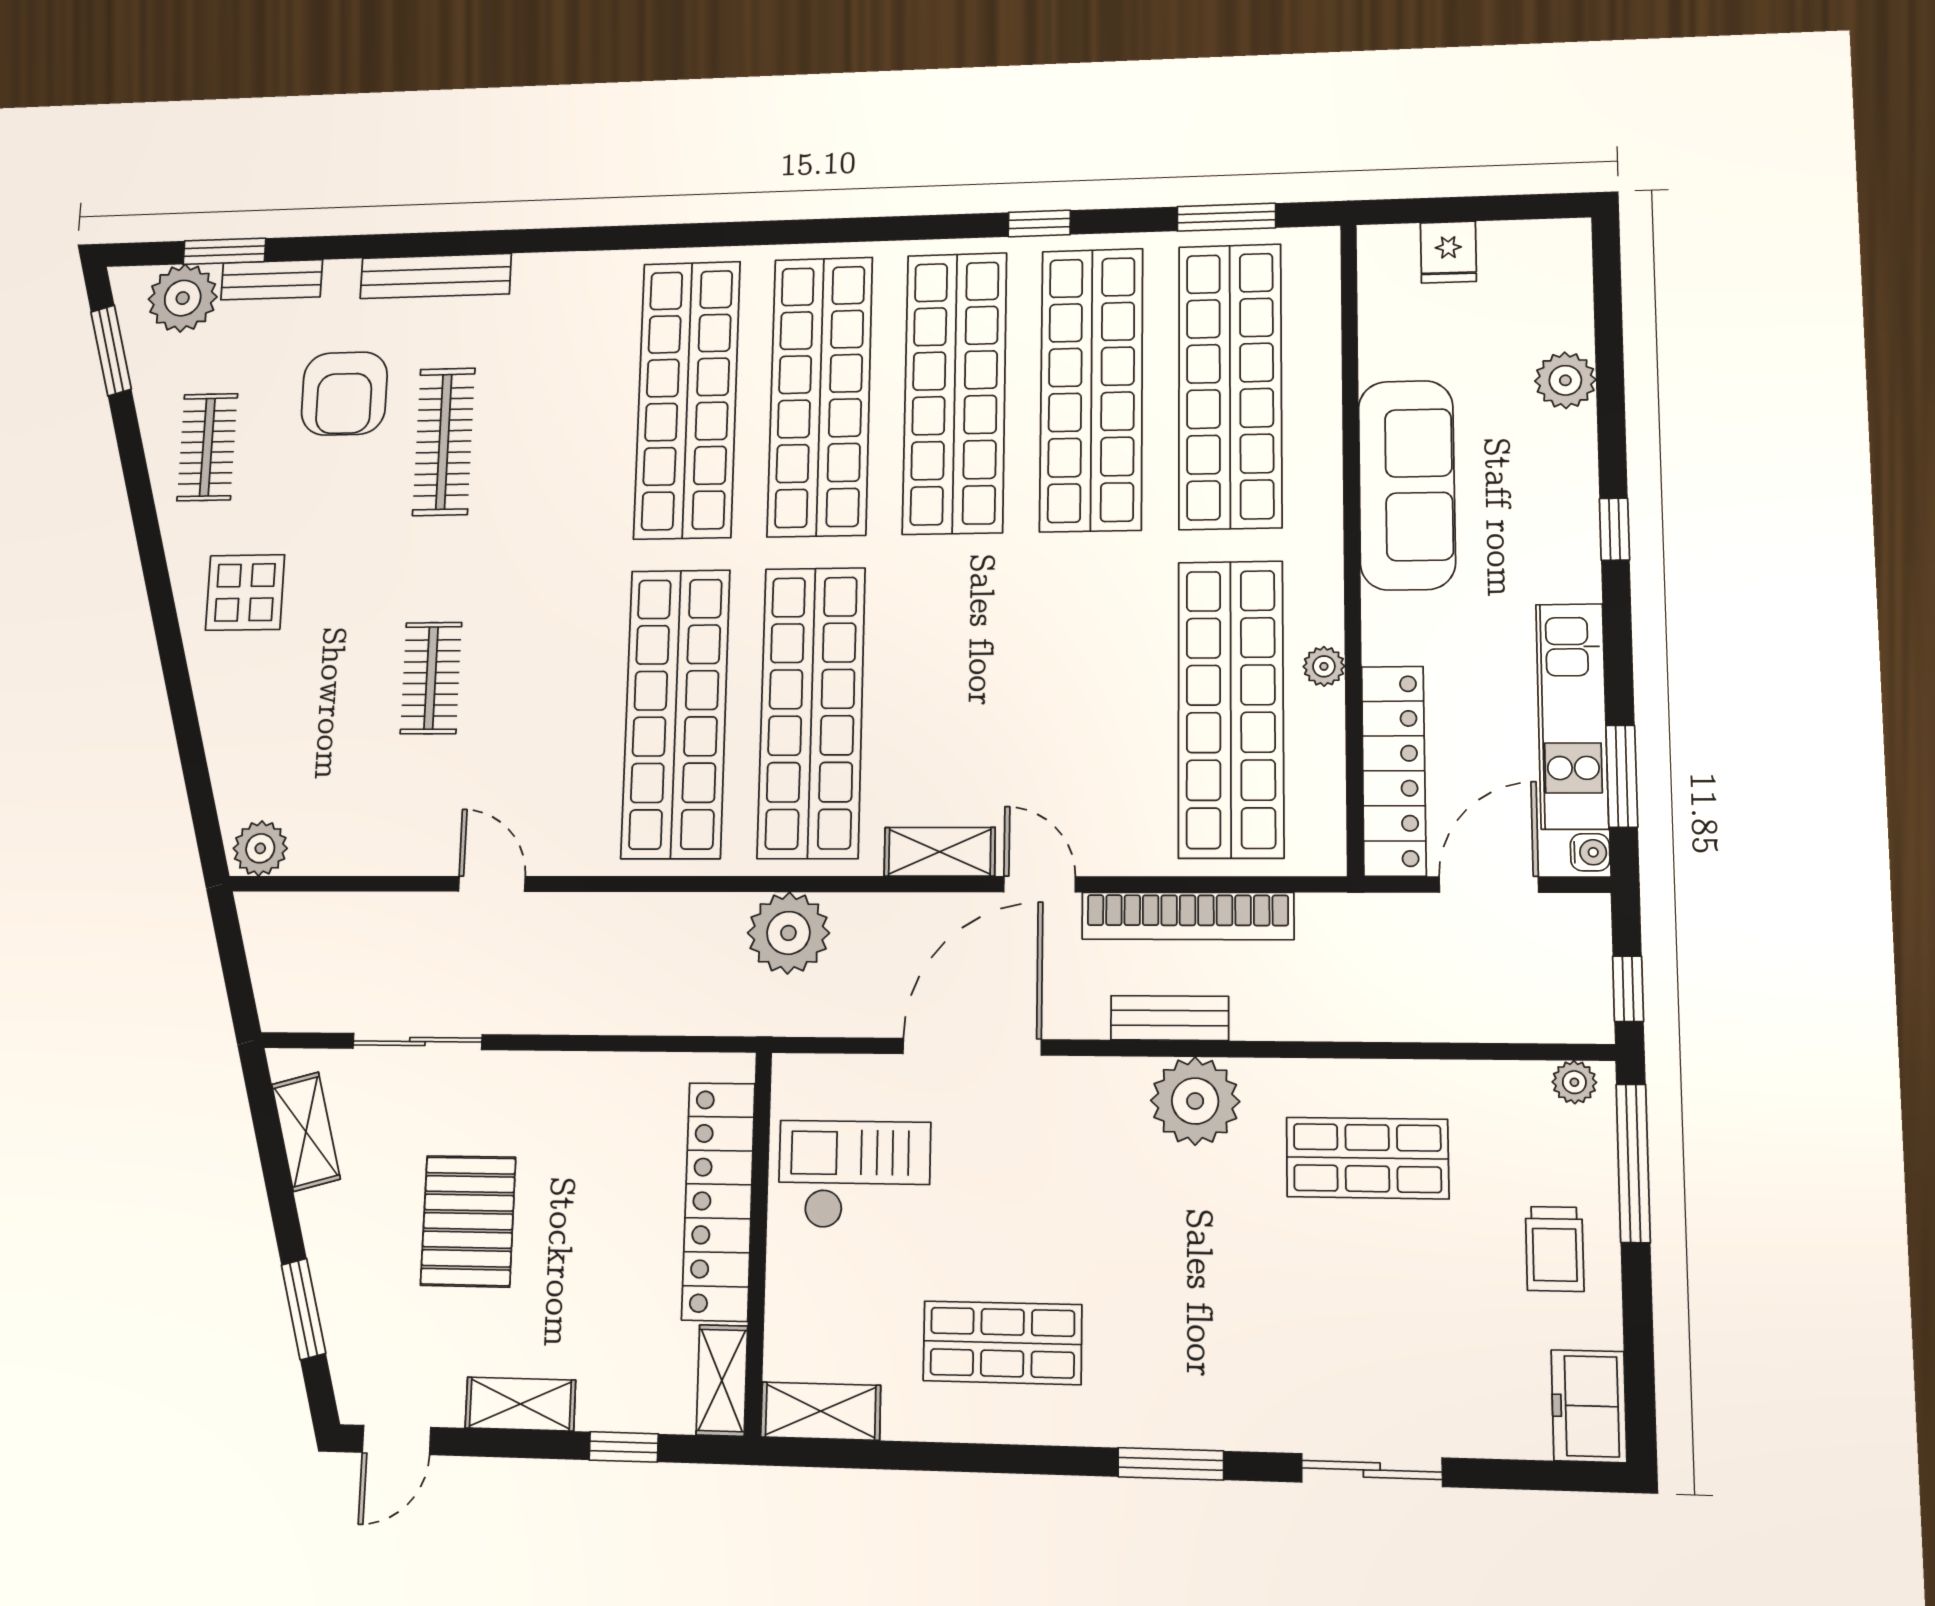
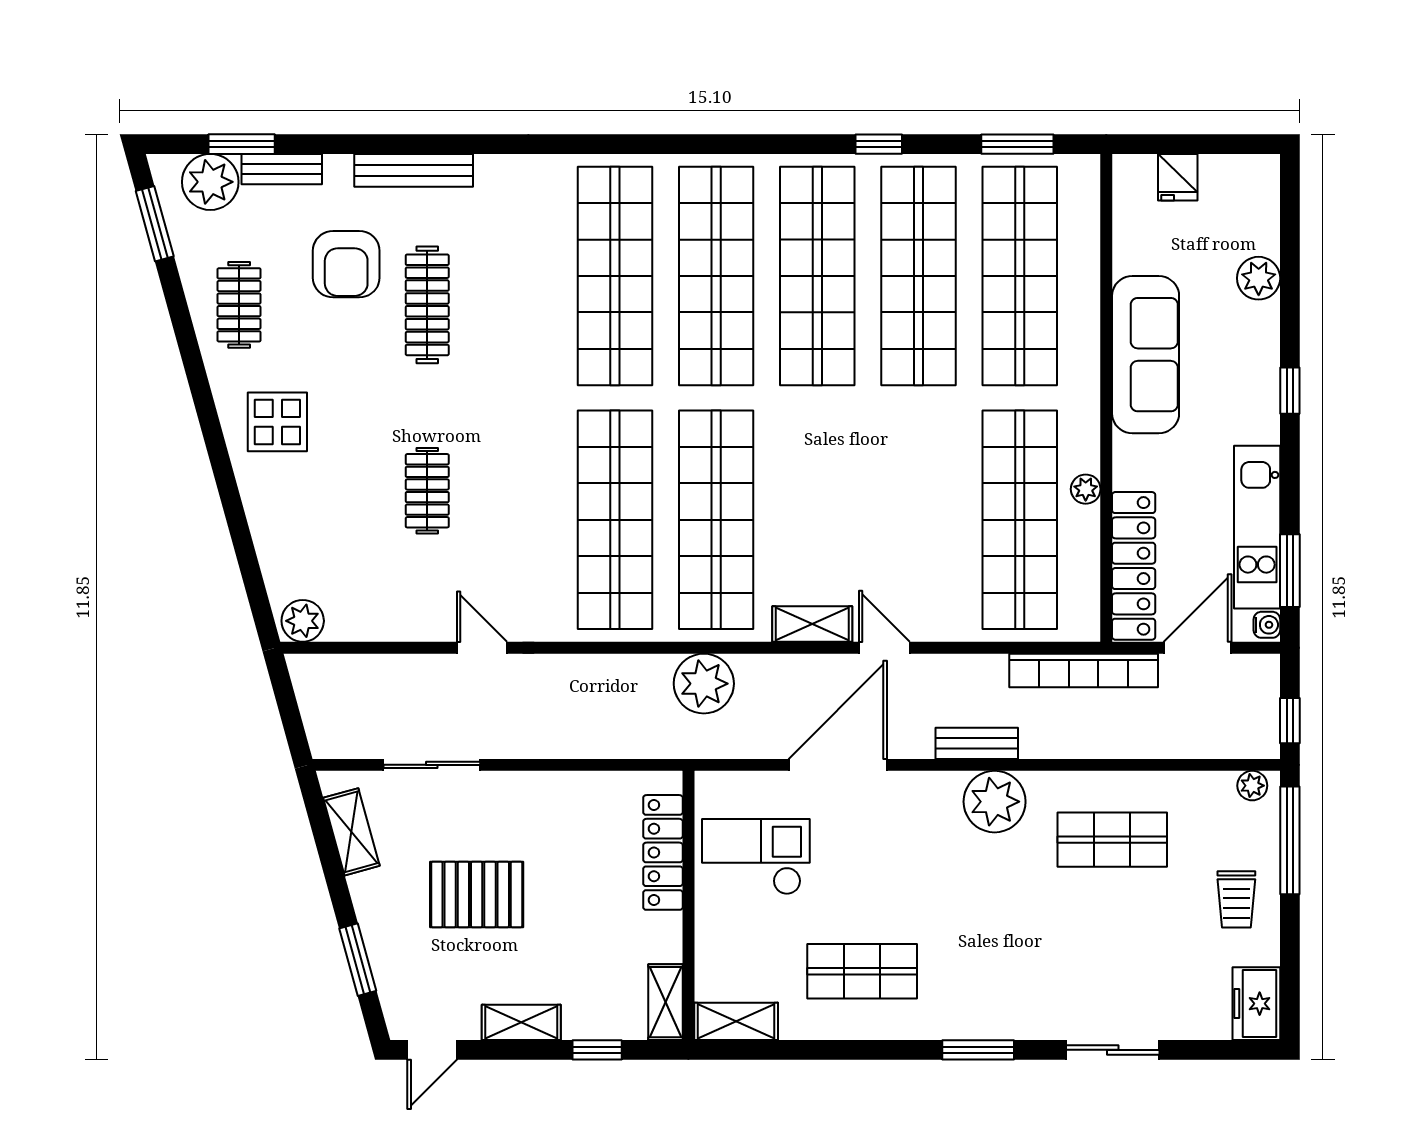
bookcase: (1187, 916) -> (1084, 670), moved
locker: (718, 1201) -> (663, 852), width x0.71, depth x0.83
pallet: (468, 1221) -> (477, 894), turned 90

